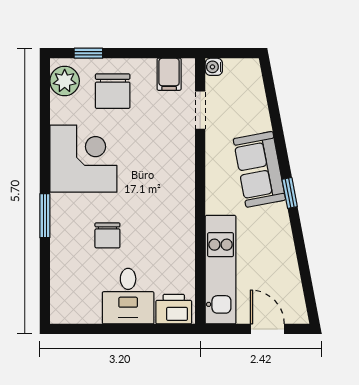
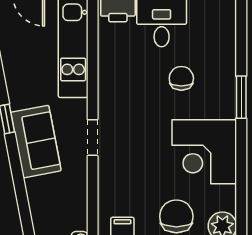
doorway: (200, 110) -> (93, 138), moved

